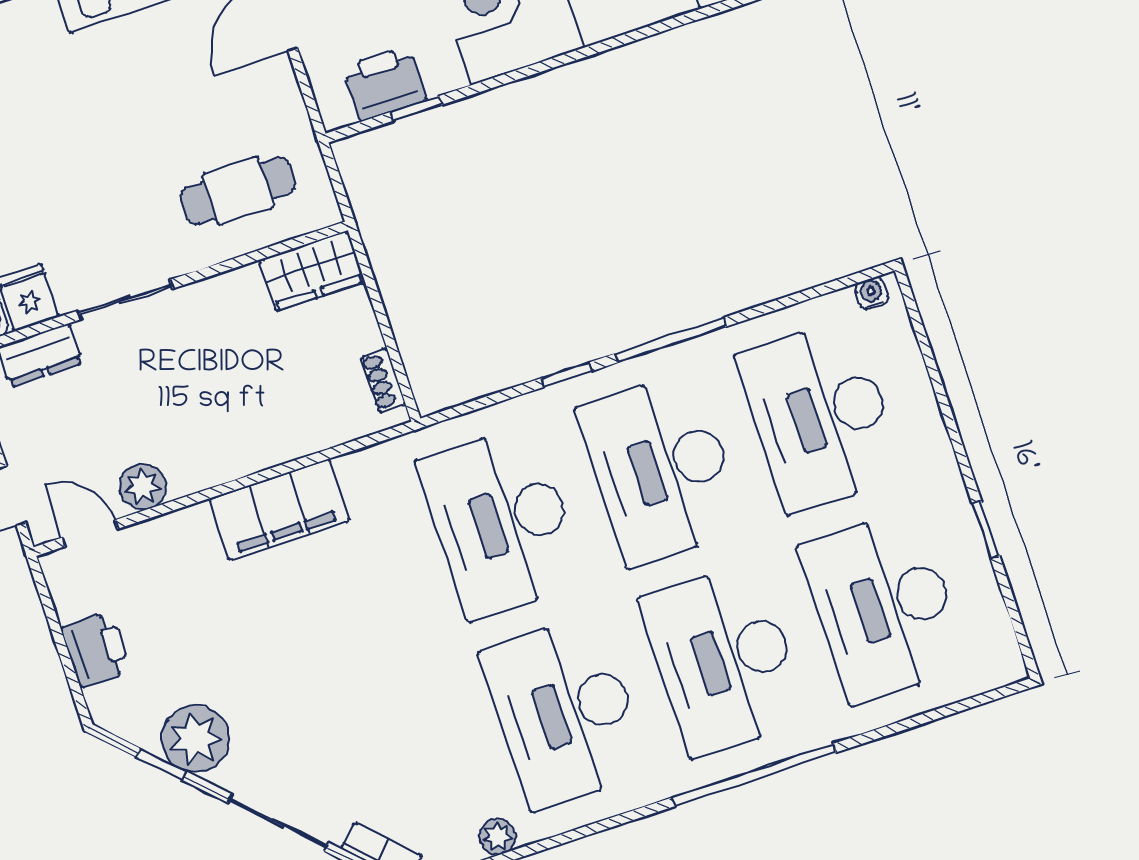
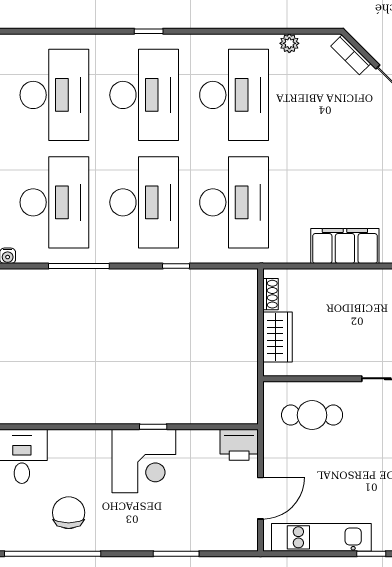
printer: (385, 83) -> (239, 445), moved
window: (416, 108) -> (153, 427), moved
wardrobe: (312, 271) -> (277, 337), moved, turned 90
window: (671, 340) -> (79, 266), moved
window: (754, 775) -> (149, 31), width x0.32

